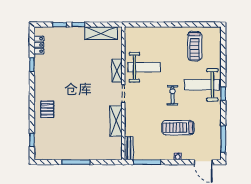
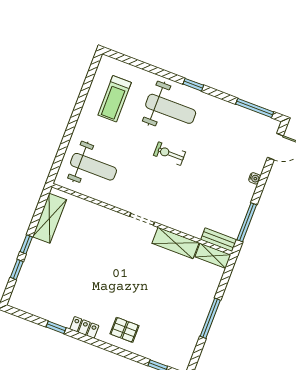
locker: (39, 45) -> (84, 327), moved
treadmill: (195, 46) -> (115, 99), turned 90
weight bench: (144, 67) -> (94, 167), moved, turned 90
shelving: (117, 71) -> (213, 256), moved
weight bench: (202, 85) -> (171, 109), turned -90
treadmill: (178, 128) -> (216, 163), removed

